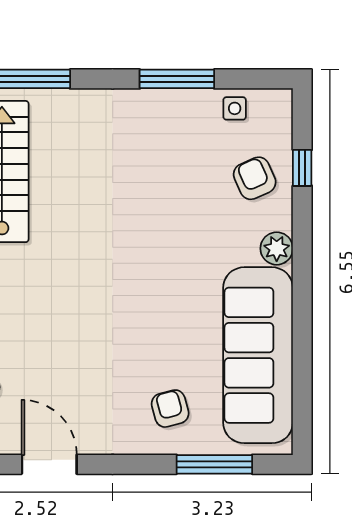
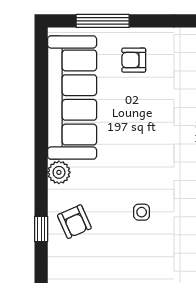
side table: (235, 108) -> (142, 212), moved
armchair: (170, 409) -> (134, 60), turned 105

